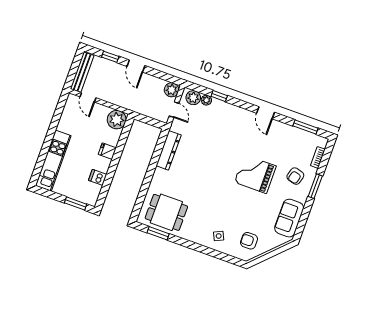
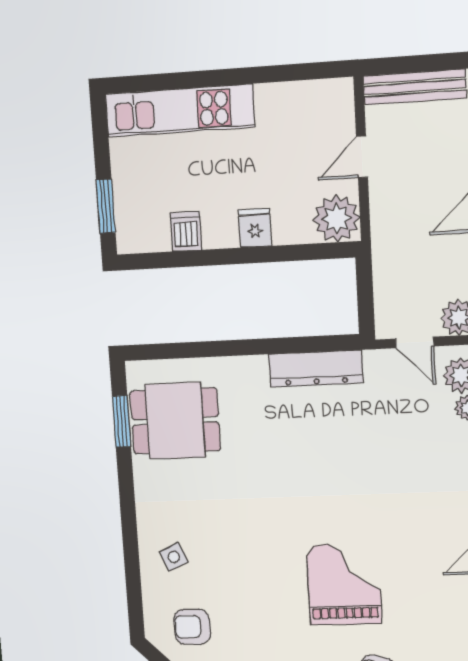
door: (88, 97) -> (362, 157), moved
door: (174, 110) -> (415, 342), hinge flipped
dining table: (166, 212) -> (175, 421), turned 90
armchair: (249, 241) -> (192, 627), turned -90

